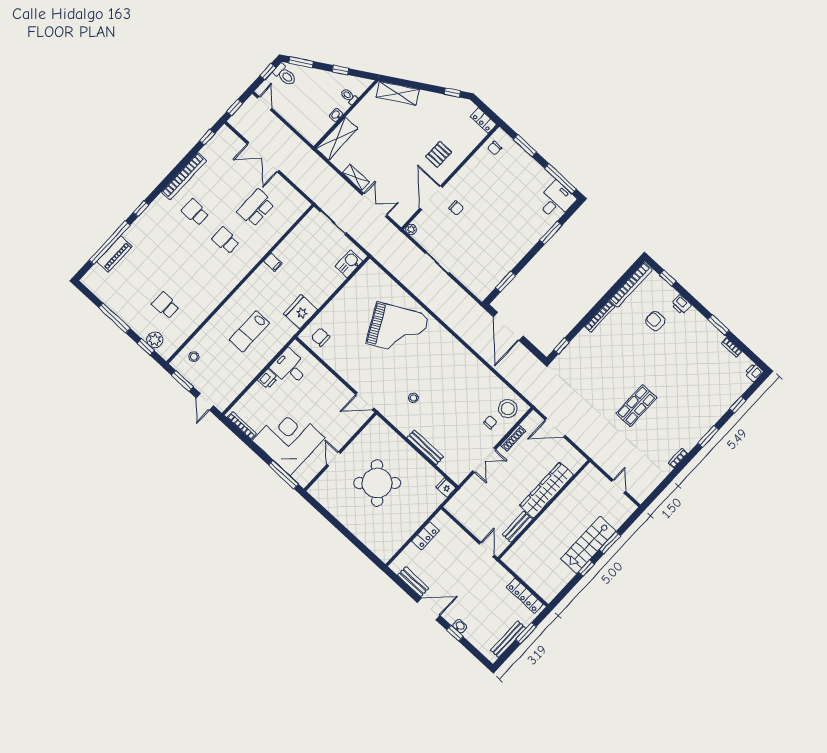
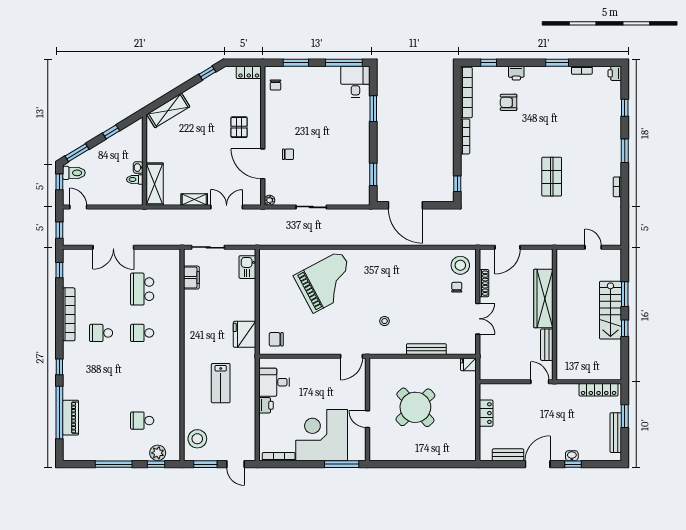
toilet: (349, 96) -> (135, 179), moved
filing cabinet: (273, 262) -> (191, 278), moved, width x2.00
stool: (194, 357) -> (197, 439), width x1.89, depth x1.89

